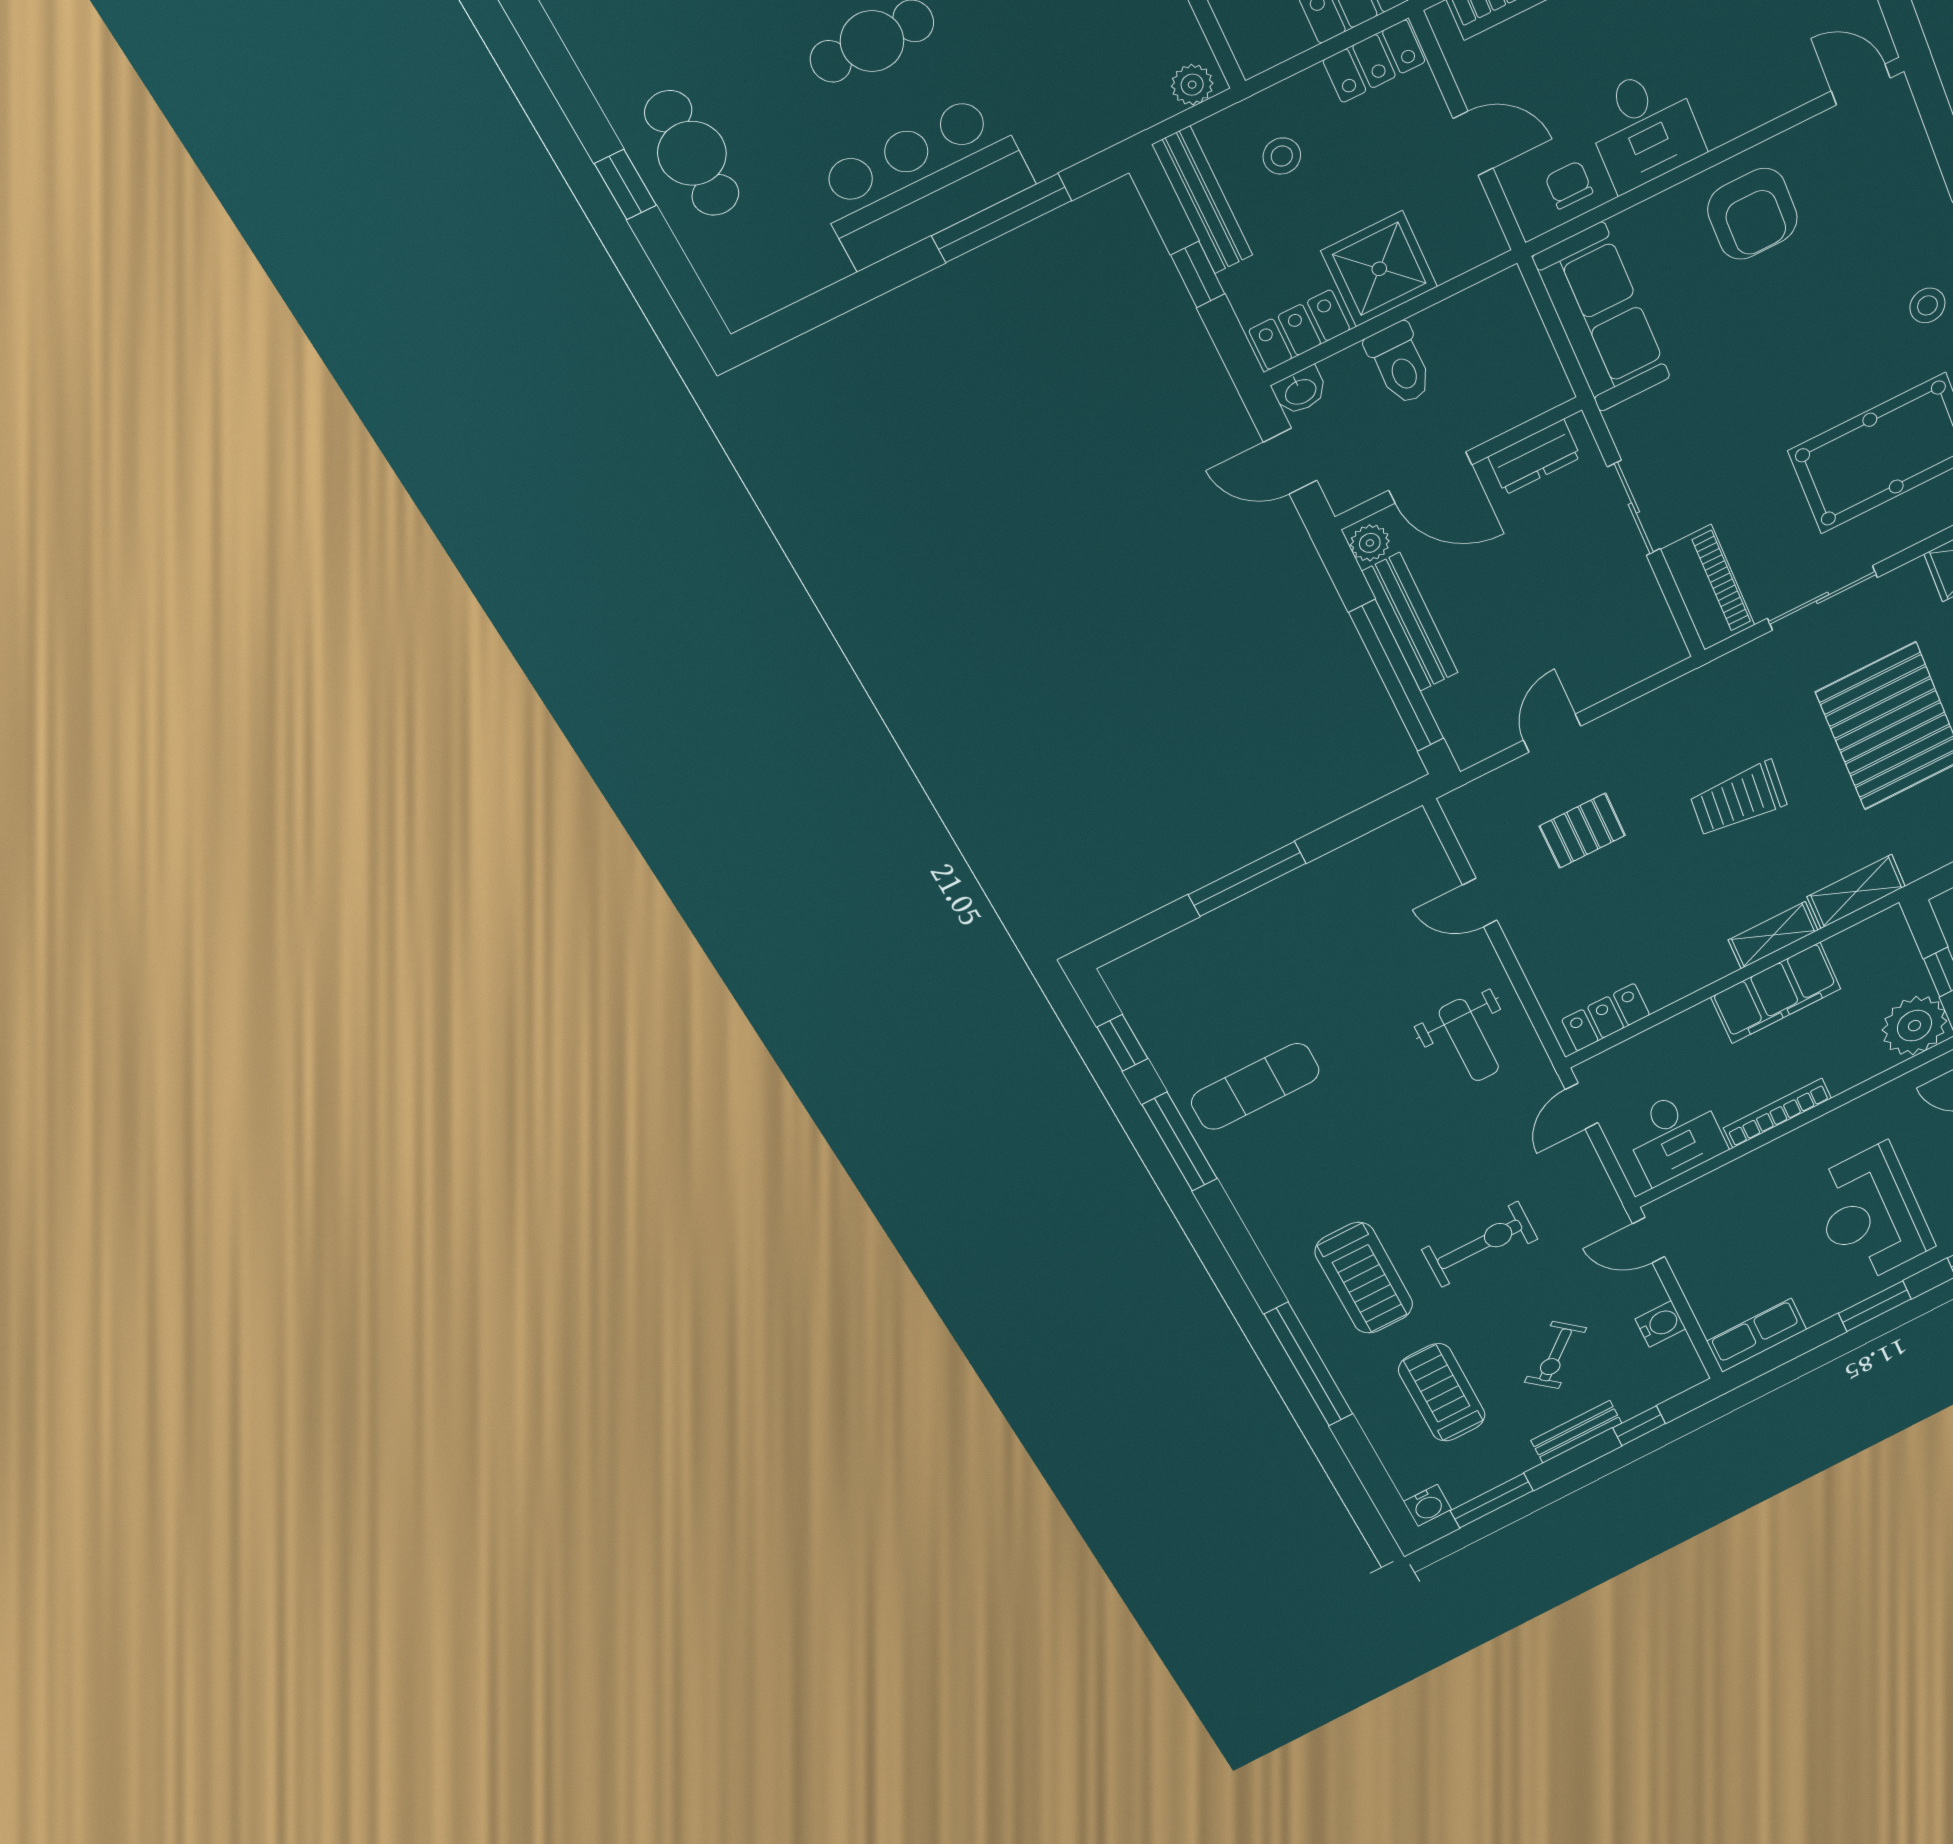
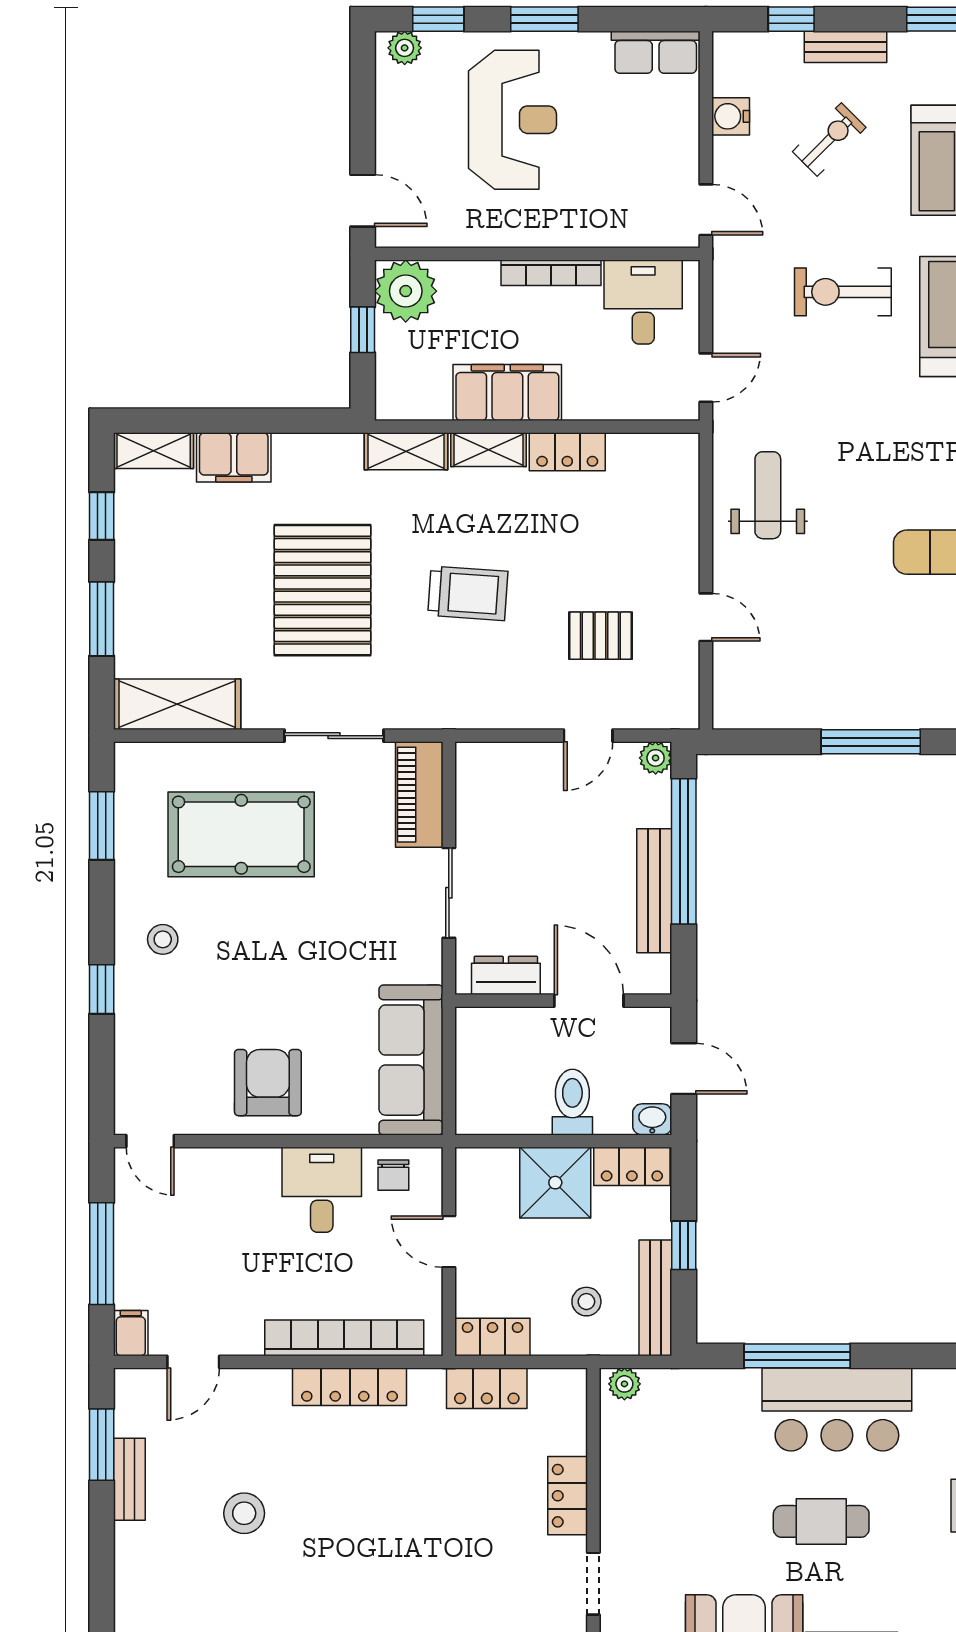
plant: (1370, 543) -> (656, 758), moved
locker: (1606, 1017) -> (567, 452), moved

